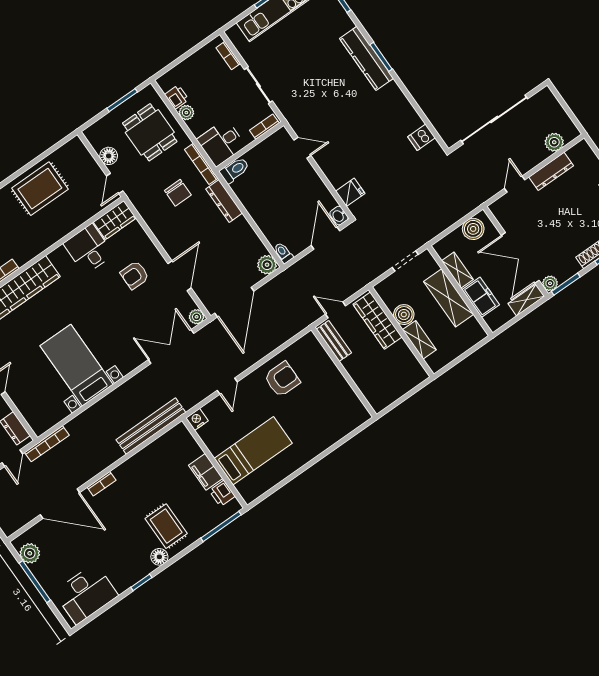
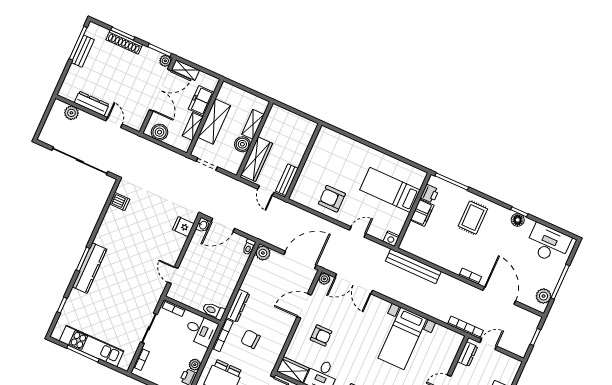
door: (515, 184) -> (114, 122), swing flipped
chair: (178, 193) -> (250, 339), turned -87
floor lamp: (159, 557) -> (518, 220), moved

